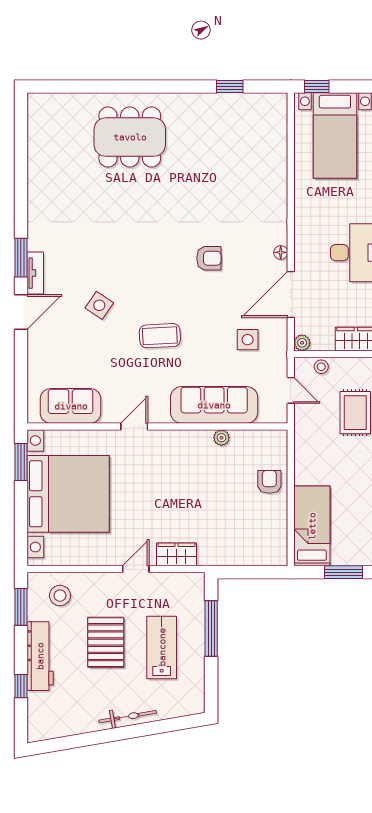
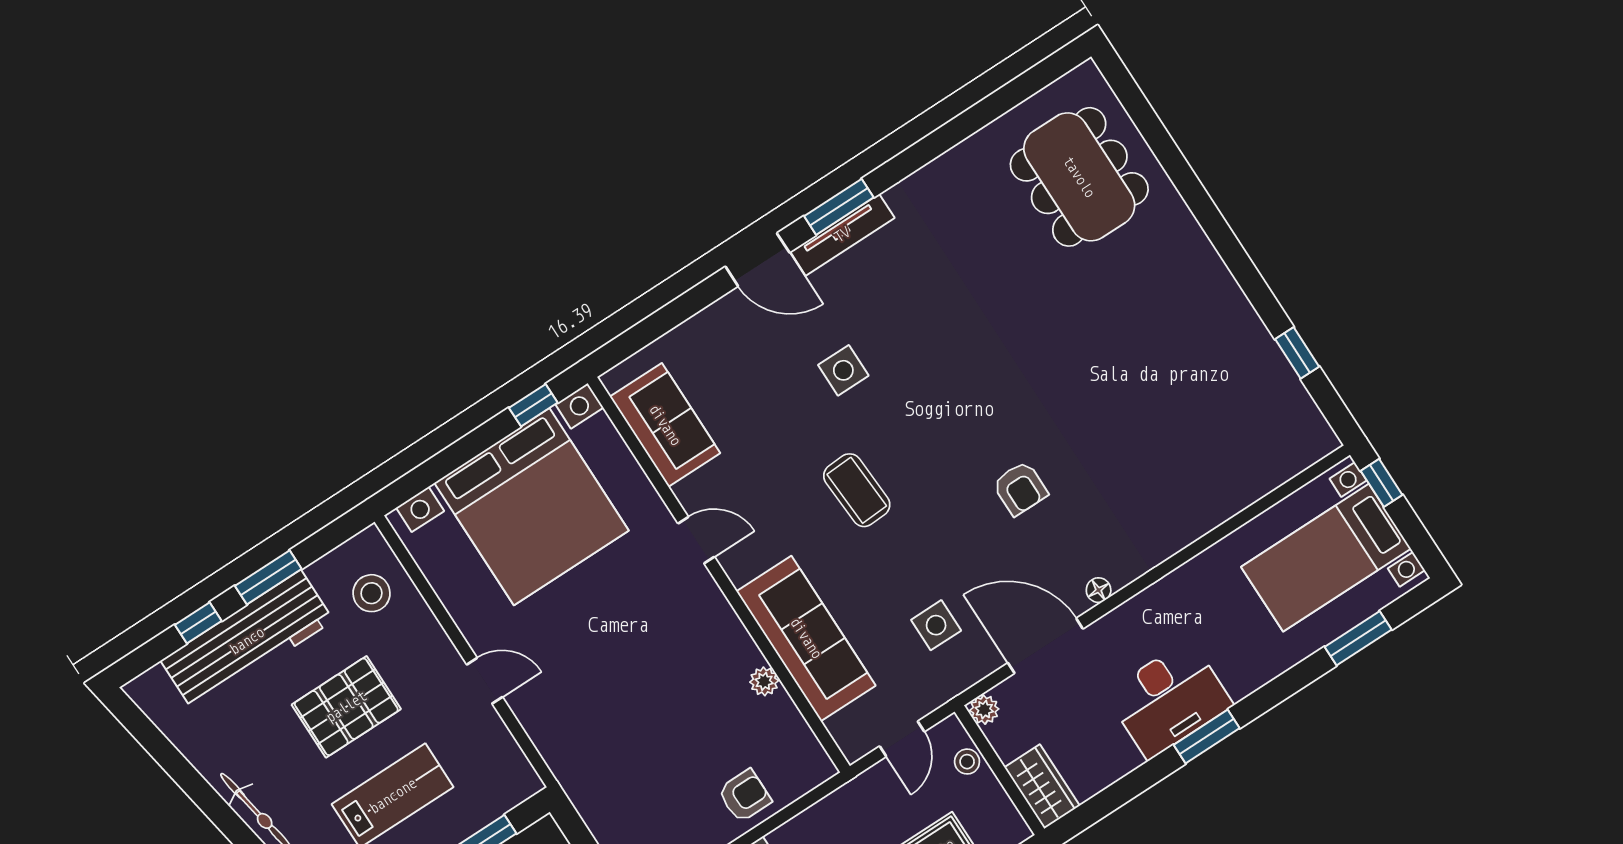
dining table: (130, 137) -> (1079, 177), moved
tv unit: (35, 273) -> (842, 235), width x1.41
side table: (99, 305) -> (843, 370), turned -34
window: (21, 462) -> (533, 405), width x0.67
wardrobe: (177, 554) -> (546, 728), removed
window: (21, 607) -> (268, 577), moved
workbench: (40, 656) -> (247, 641), width x1.36, depth x1.32

